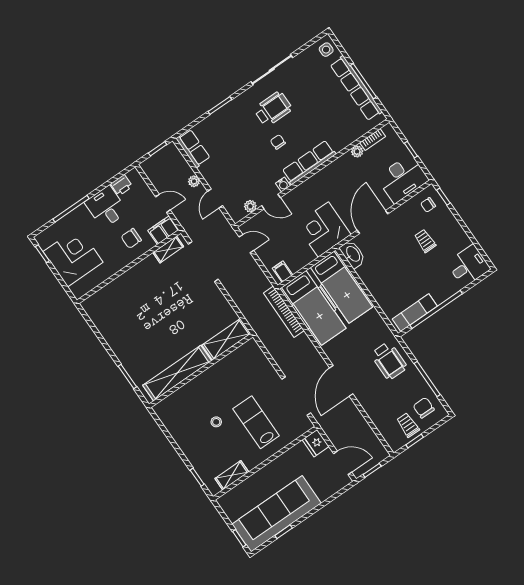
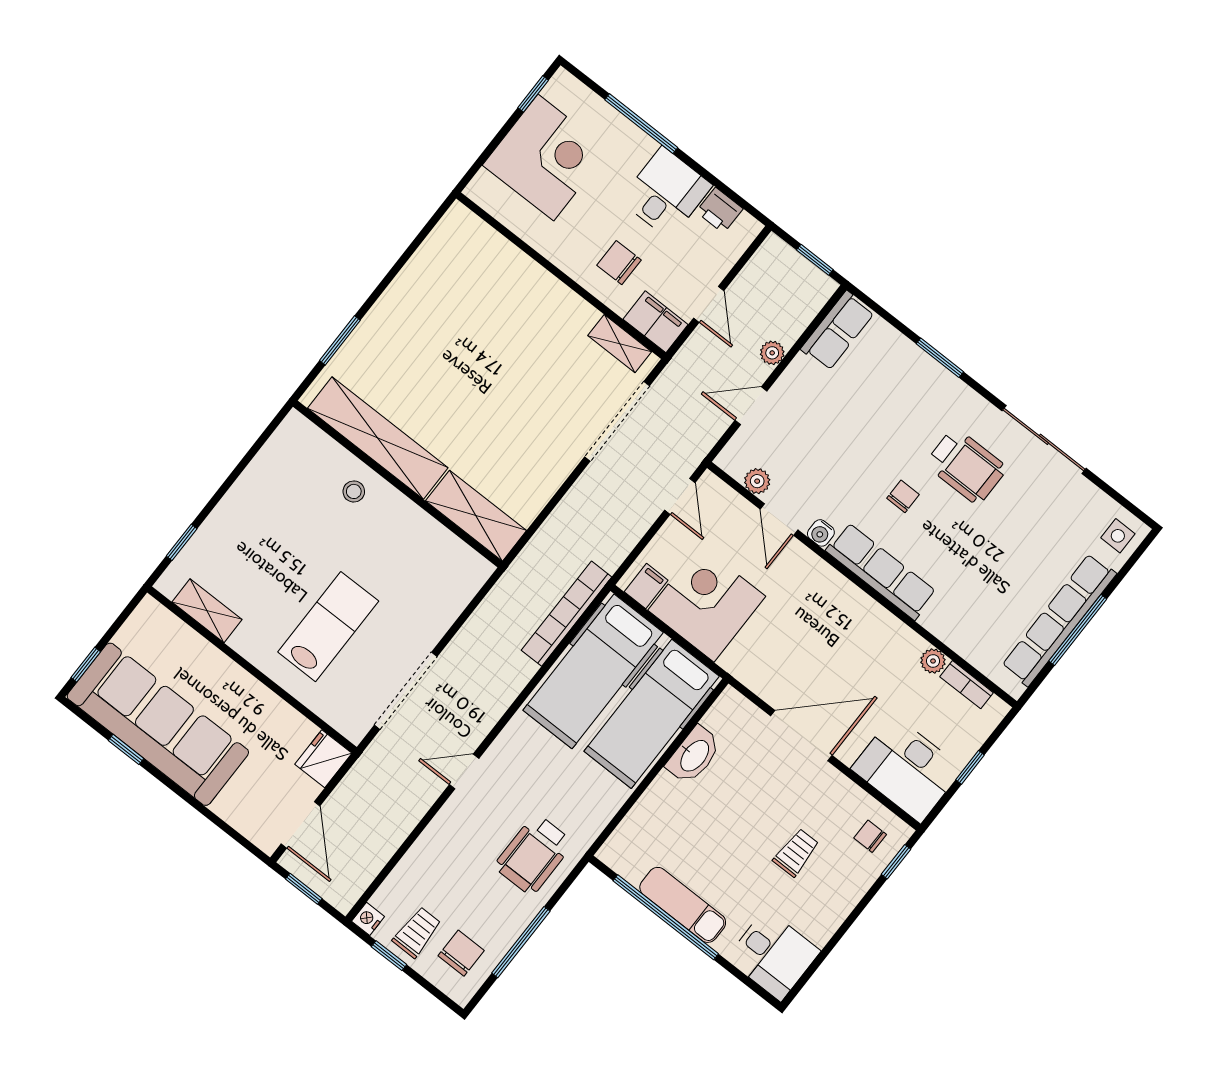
corner desk: (323, 230) -> (707, 603), moved
washbasin: (353, 254) -> (694, 755), moved
exam couch: (415, 313) -> (683, 905), moved
door: (341, 381) -> (464, 772), width x0.53
stool: (216, 422) -> (354, 491), moved
nightstand: (395, 445) -> (368, 919), added

